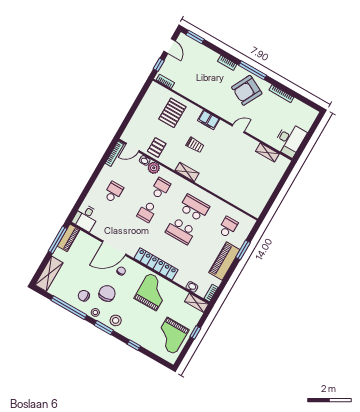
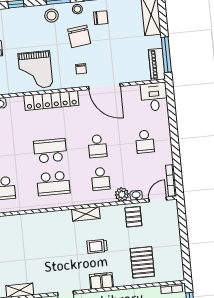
school desk: (147, 212) -> (97, 146), turned 180
door: (114, 248) -> (104, 86), swing flipped

